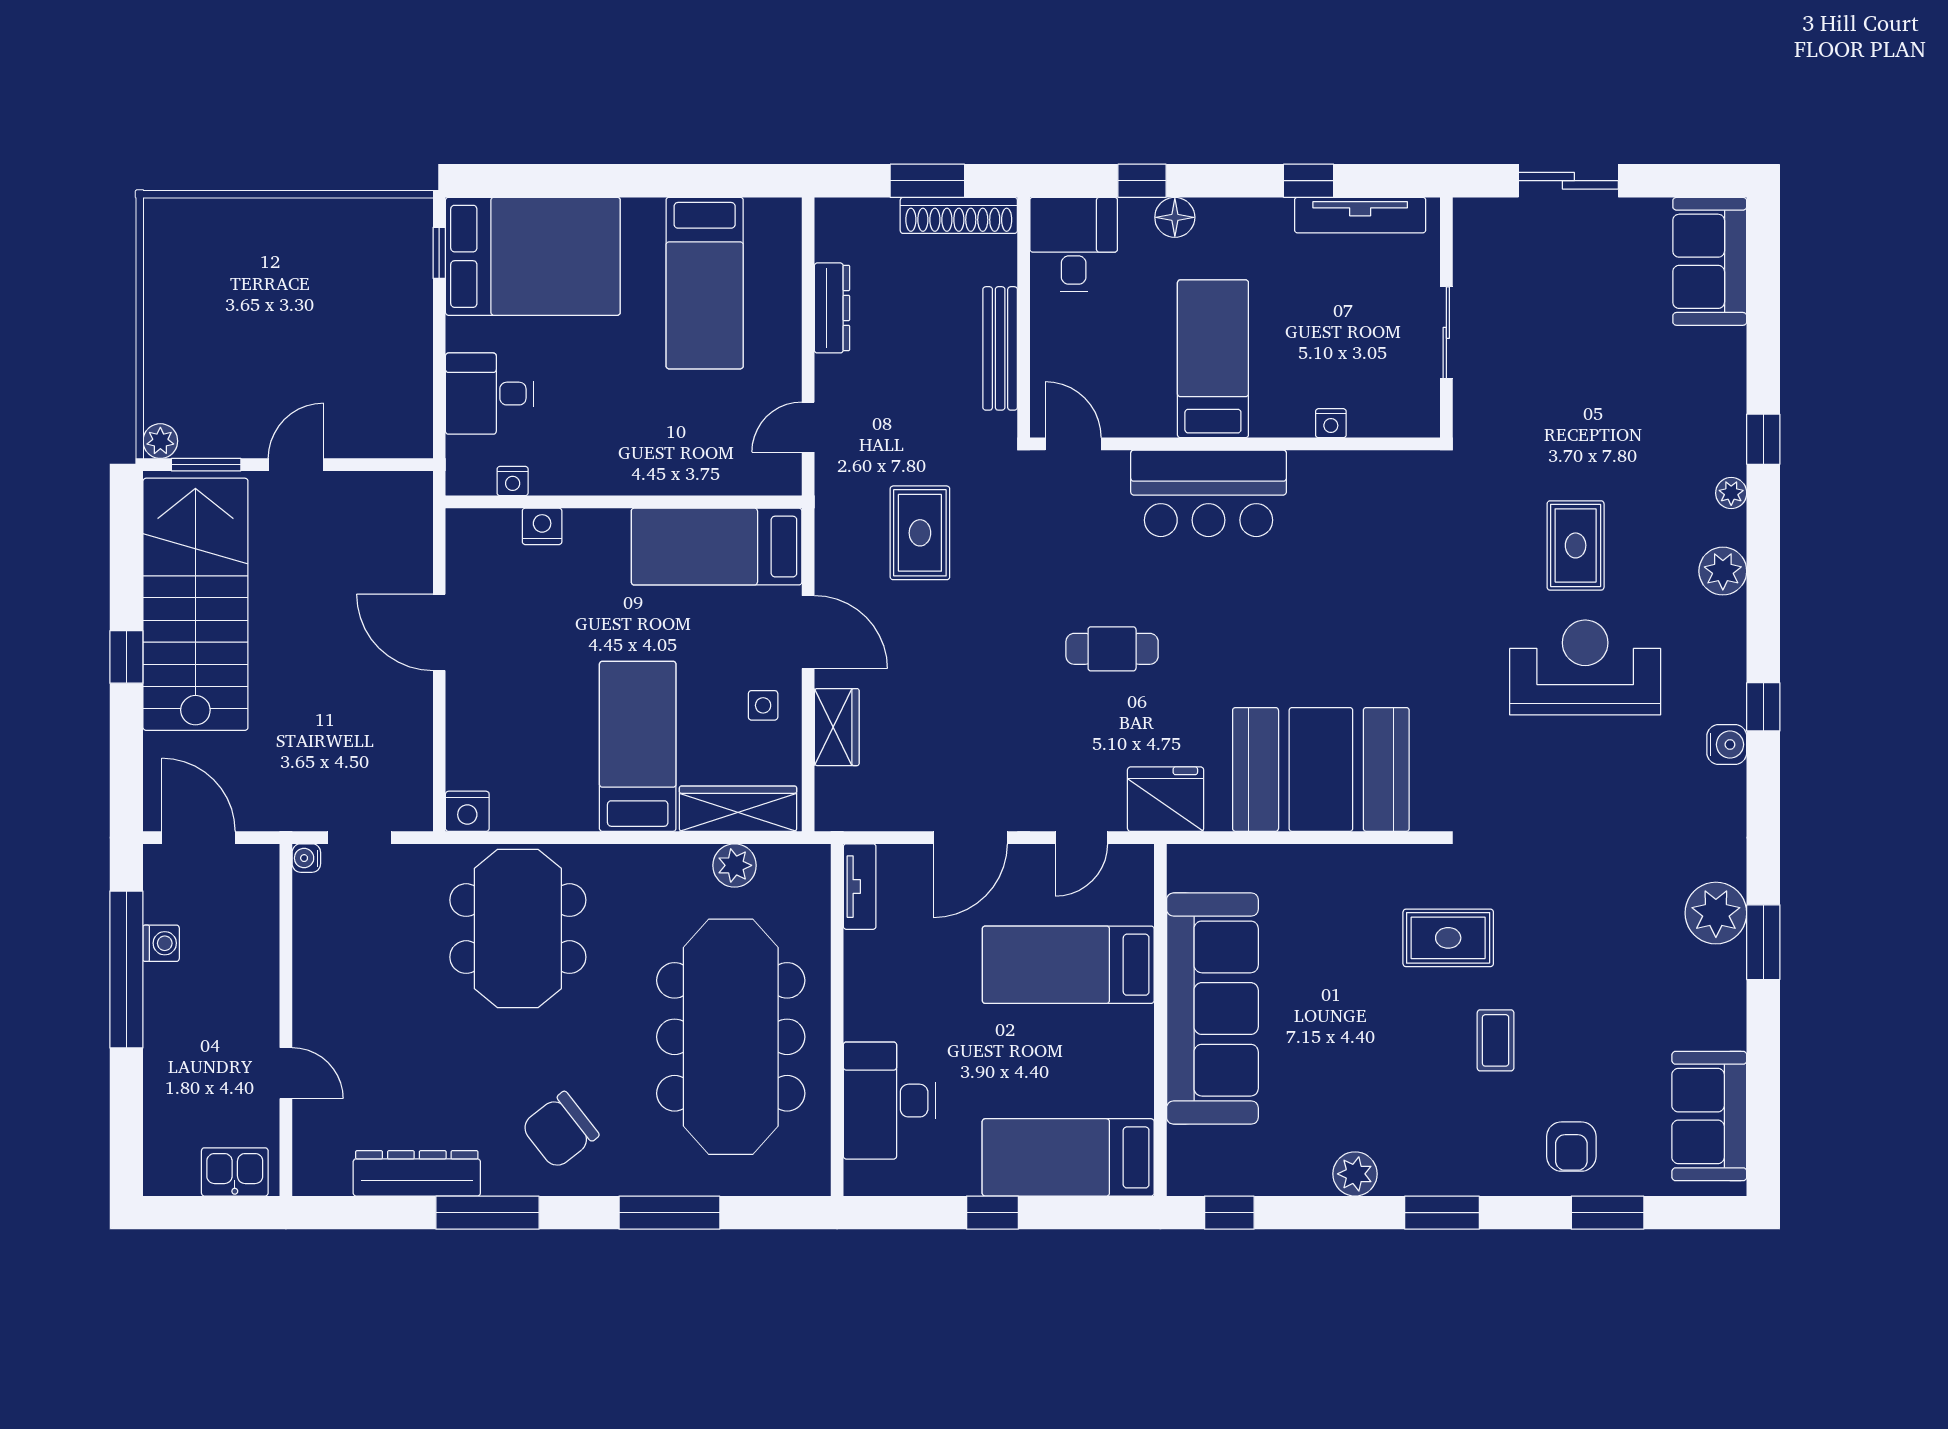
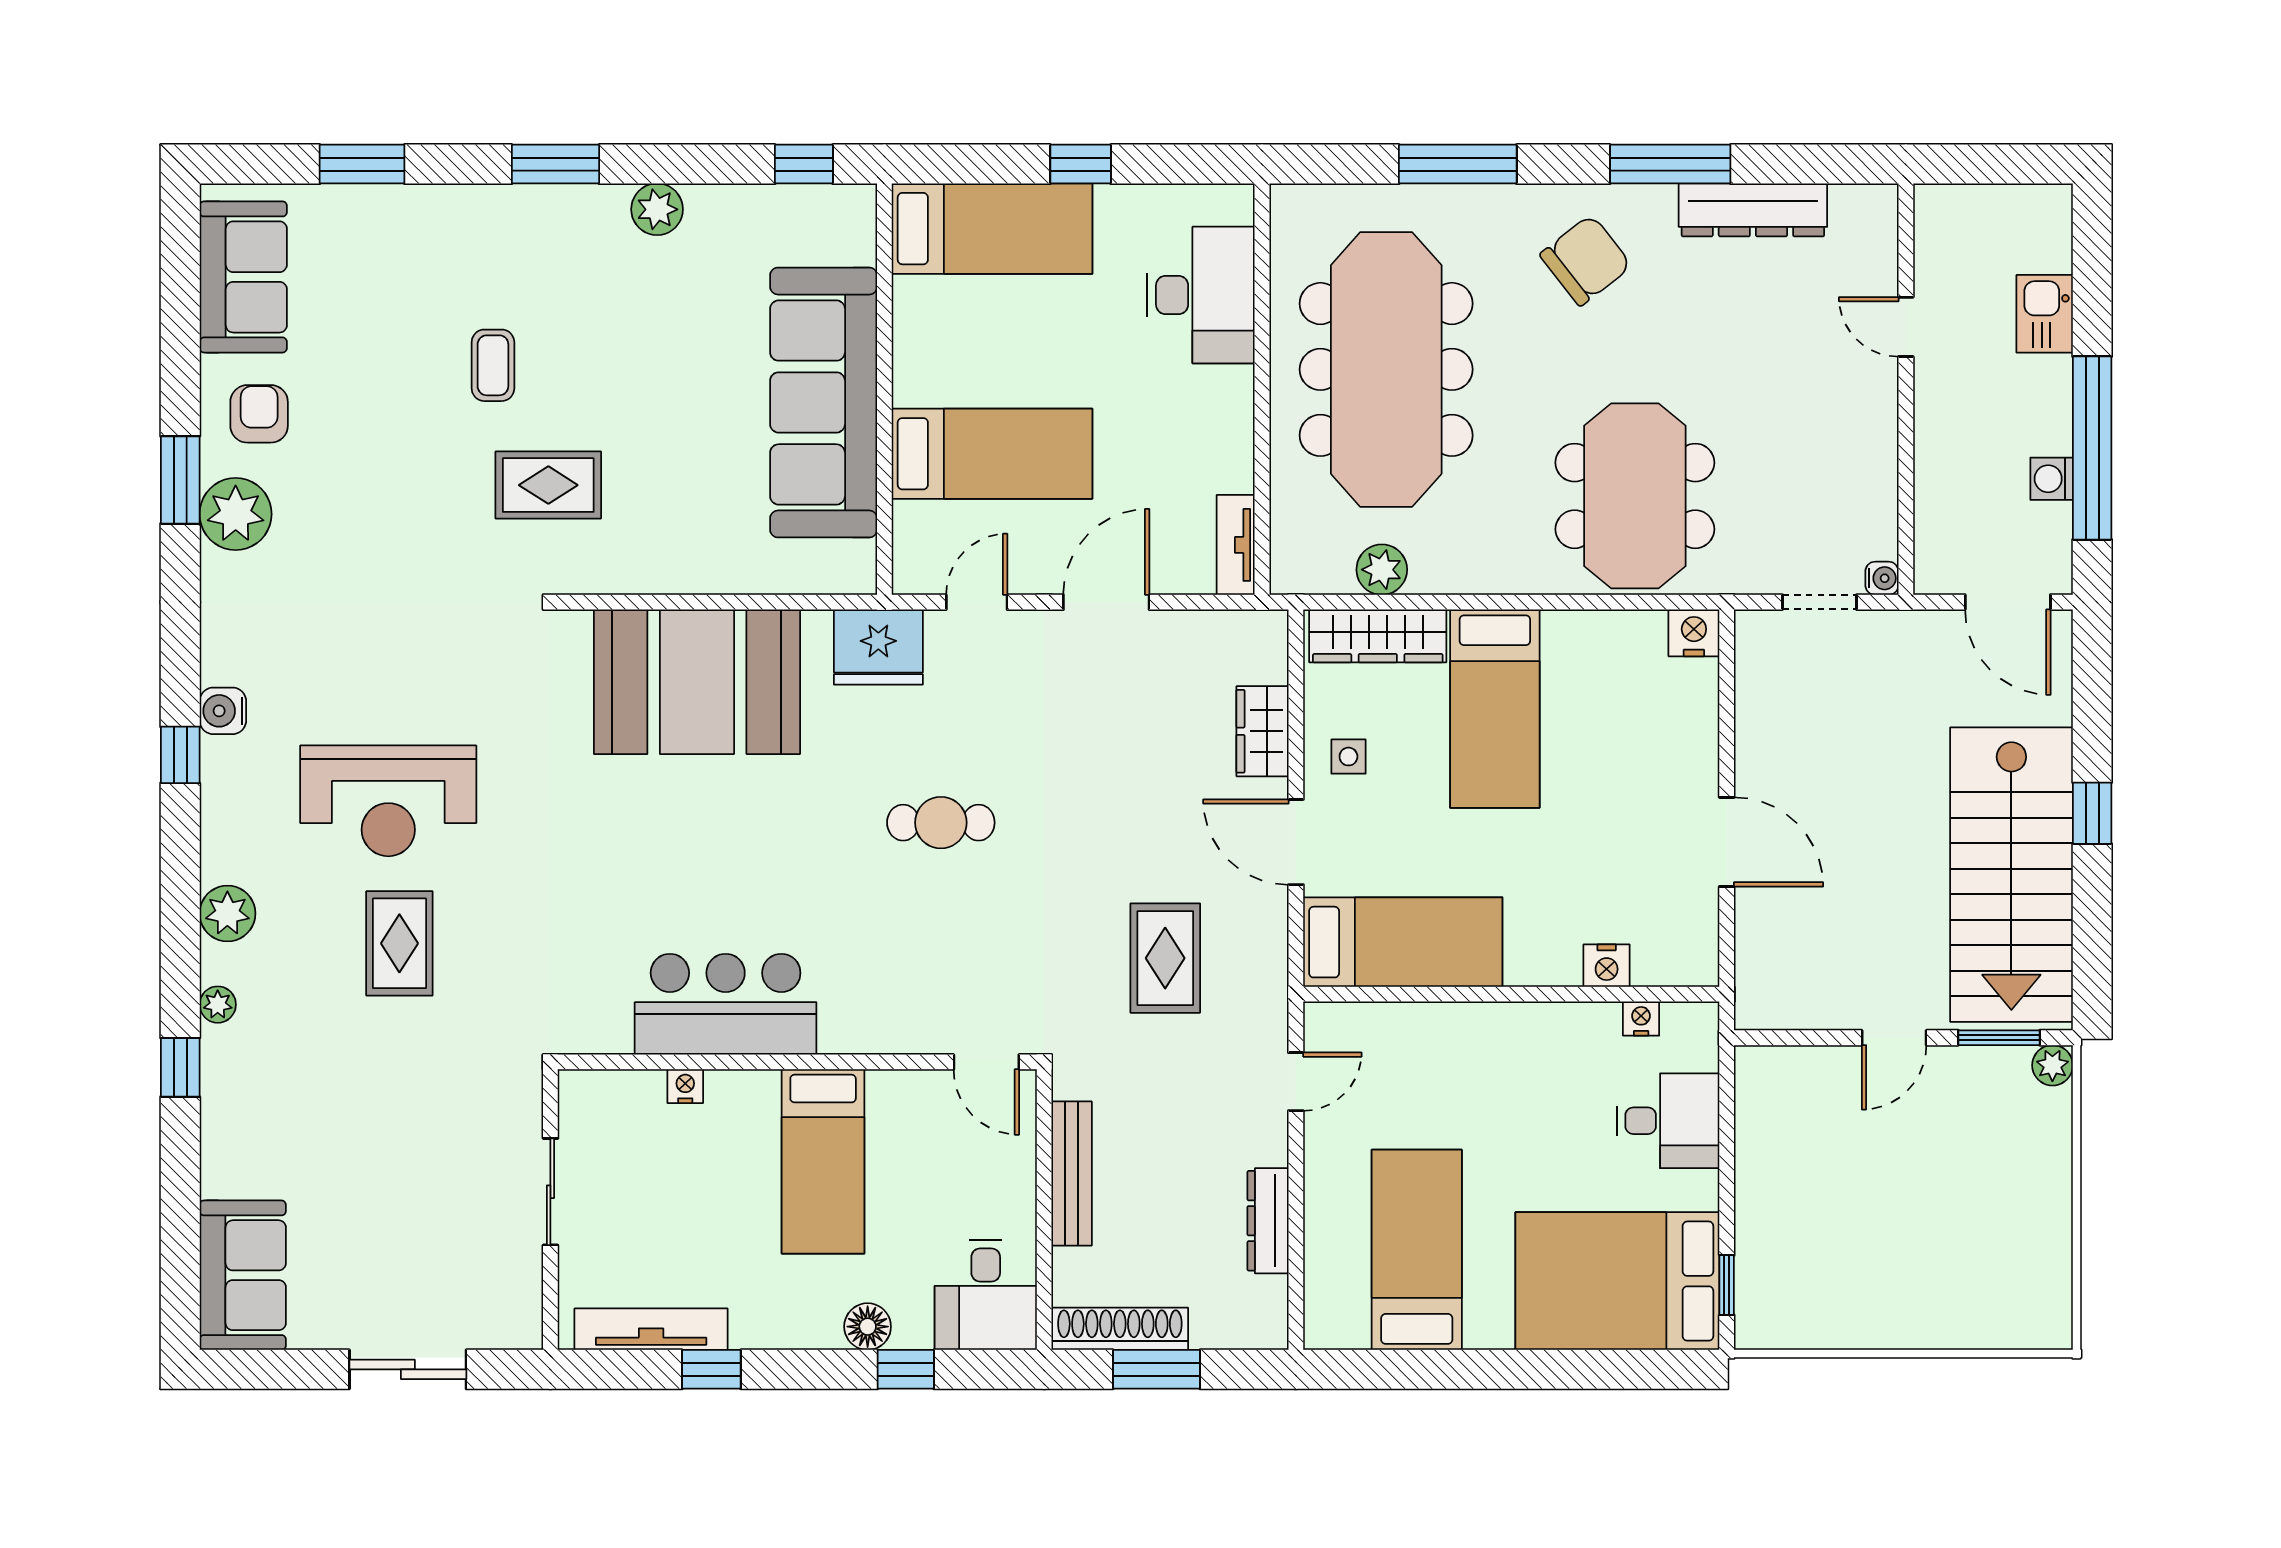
bar counter: (1209, 493) -> (726, 1004), moved
armchair: (1571, 1147) -> (259, 414), moved
kitchen sink: (235, 1172) -> (2045, 314), moved, turned 90

